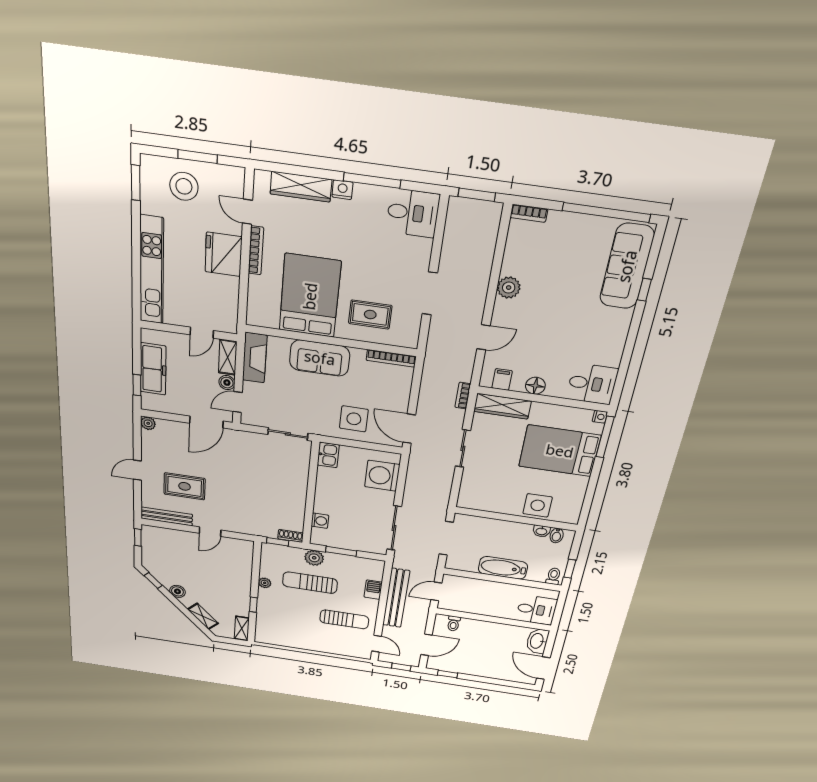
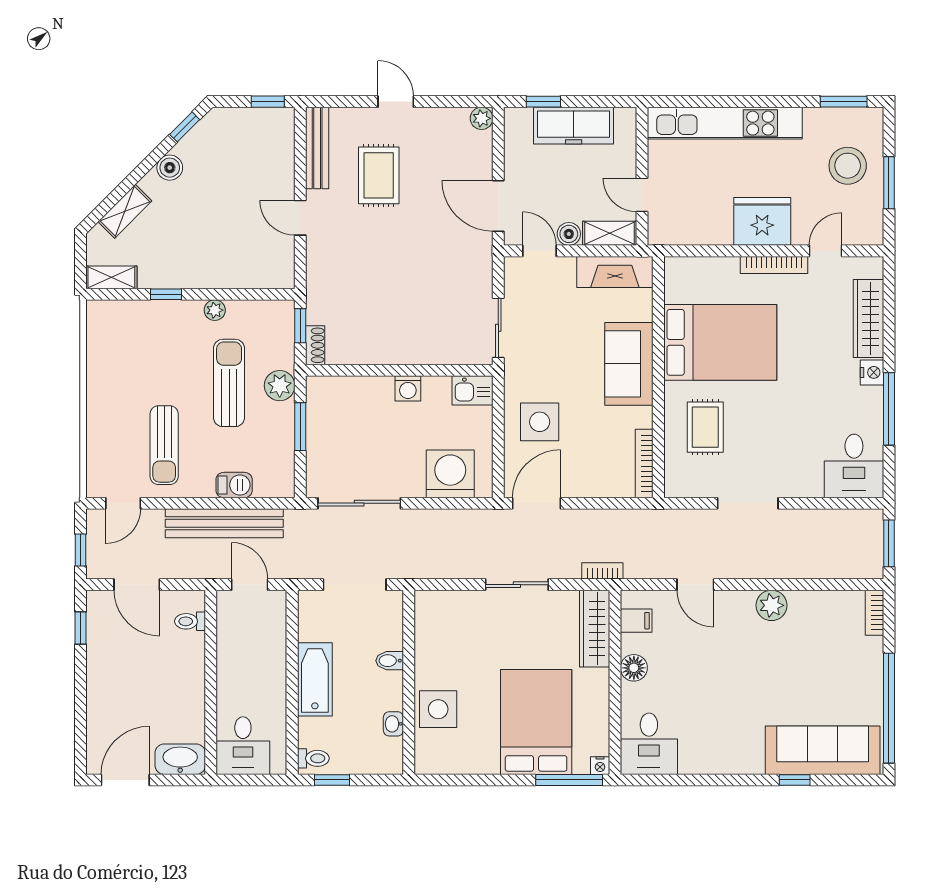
washing machine: (320, 521) -> (408, 388), moved
bidet: (557, 535) -> (390, 661), moved

